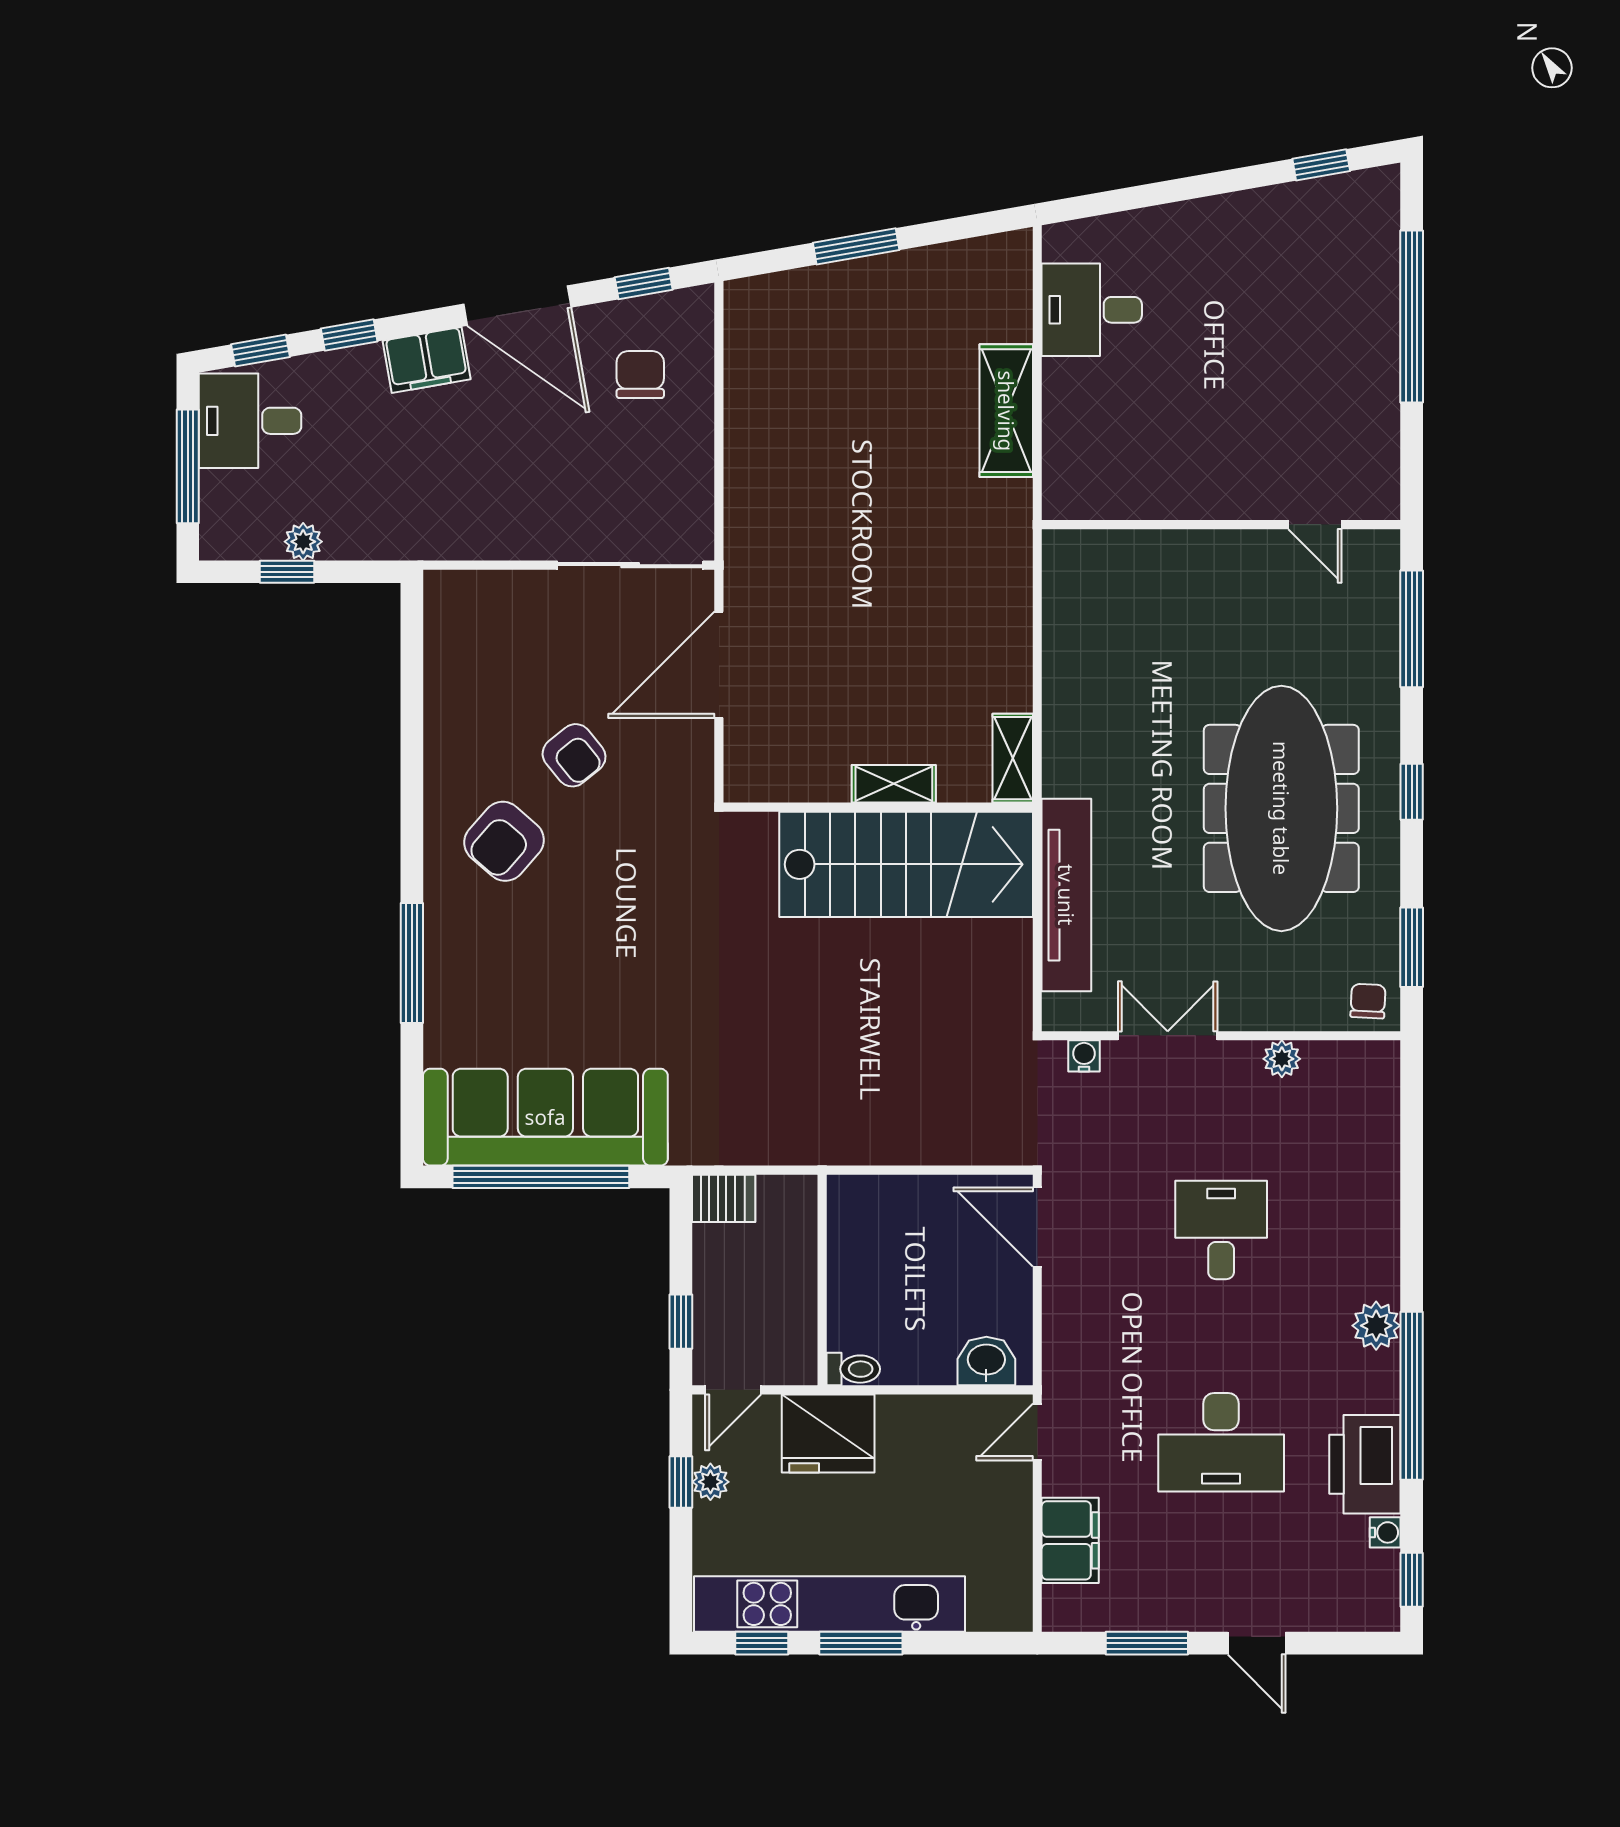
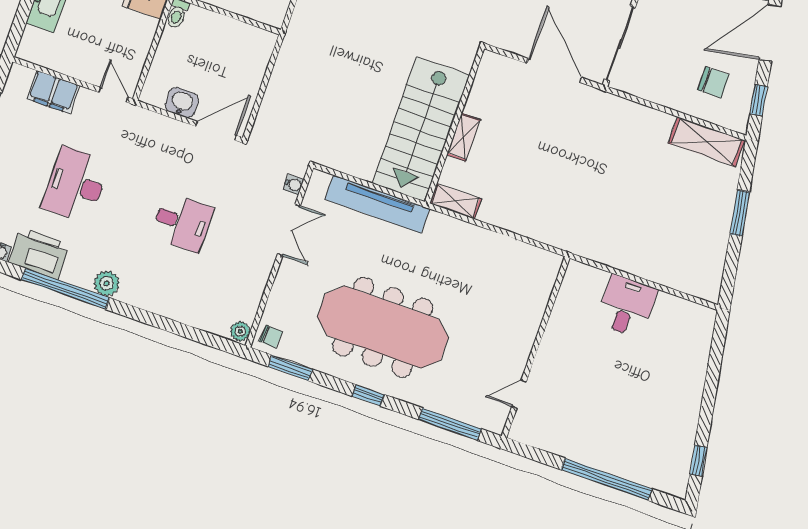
desk: (1092, 310) -> (627, 306), moved
shelving: (1006, 411) -> (706, 142), moved
plant: (1282, 1059) -> (240, 331), moved
washbasin: (986, 1361) -> (182, 103), moved, turned -90

